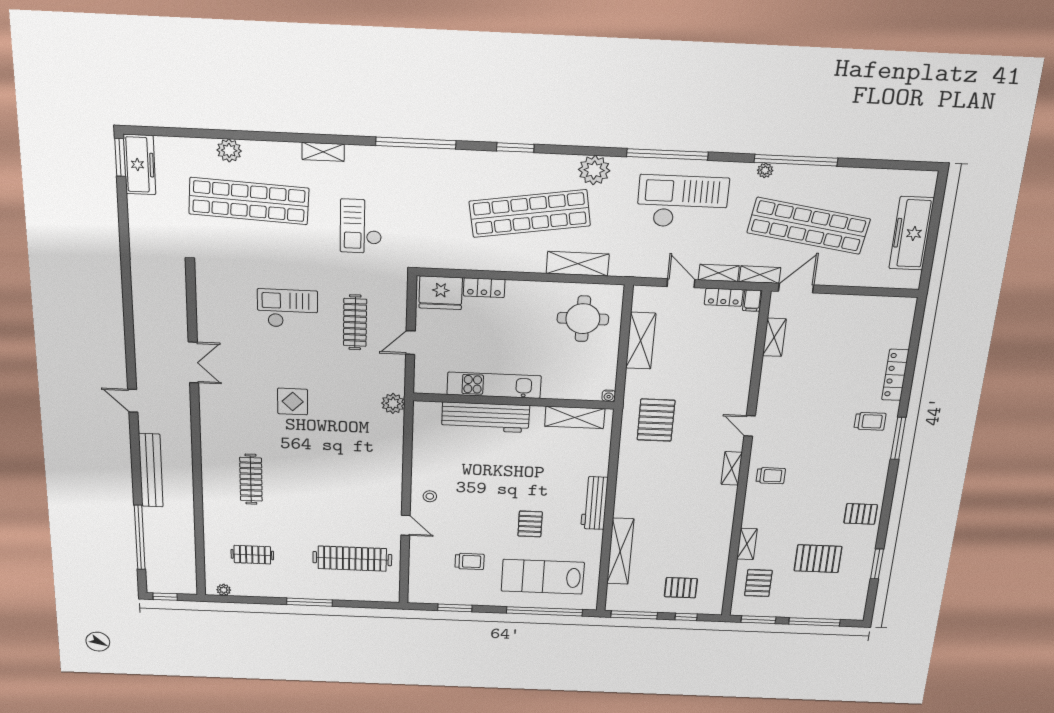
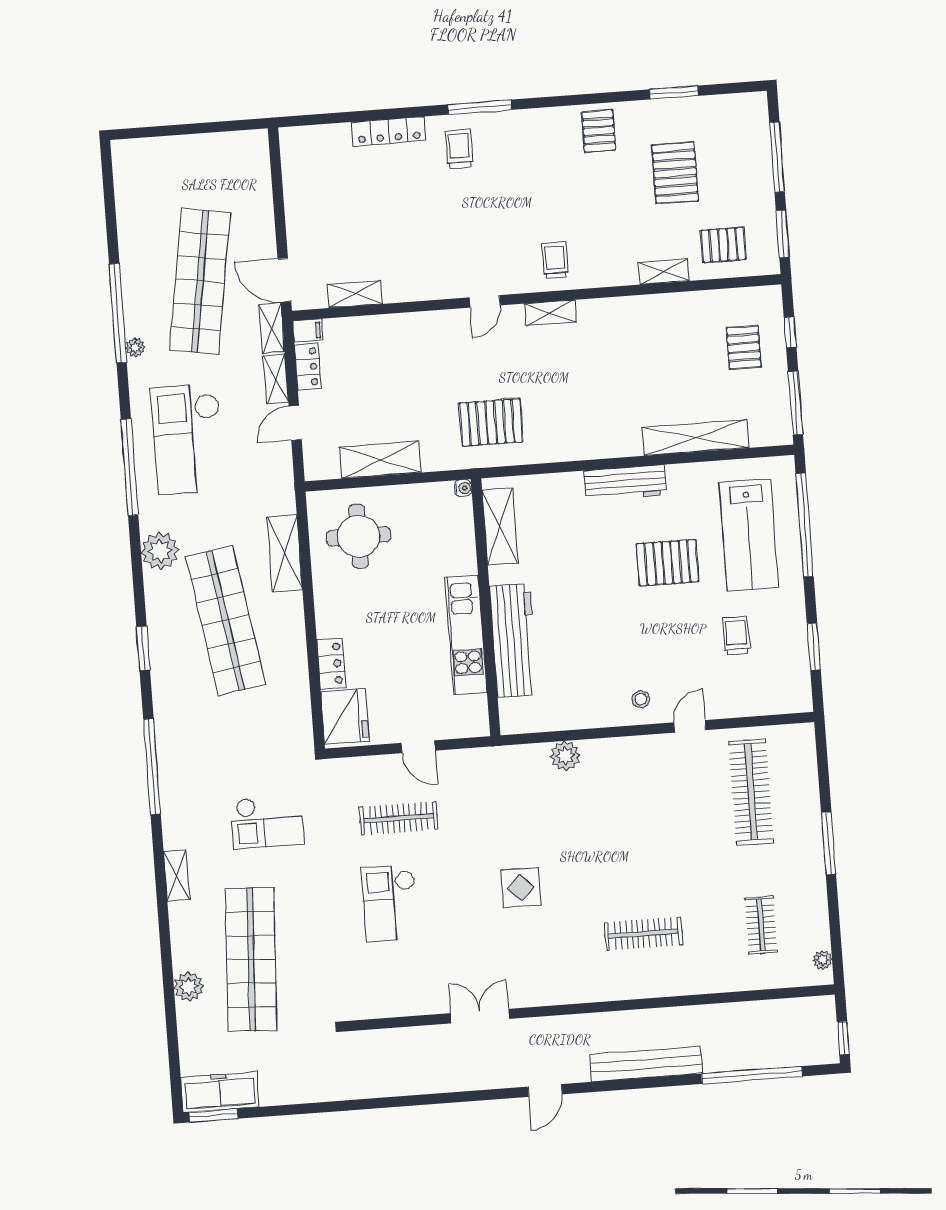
freezer: (912, 233) -> (194, 154), removed
plant: (393, 403) -> (565, 756), moved
pallet: (530, 524) -> (667, 563), width x1.50, depth x1.42

